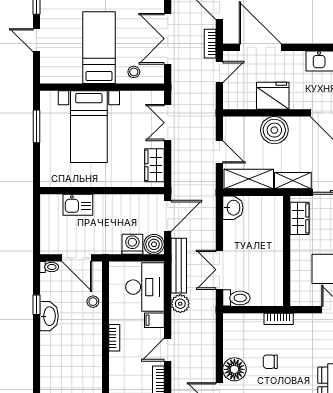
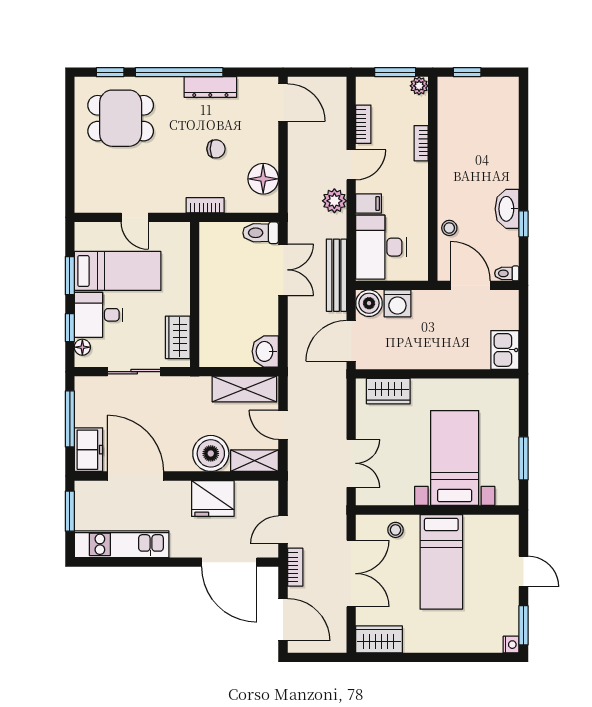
wardrobe: (155, 165) -> (388, 391), moved, turned 90
shelving: (293, 181) -> (255, 461), moved
kitchen sink: (78, 205) -> (505, 350), moved, turned -90
plant: (180, 304) -> (334, 201), moved
bookcase: (114, 338) -> (421, 143), moved
floor lamp: (234, 369) -> (263, 179), moved

